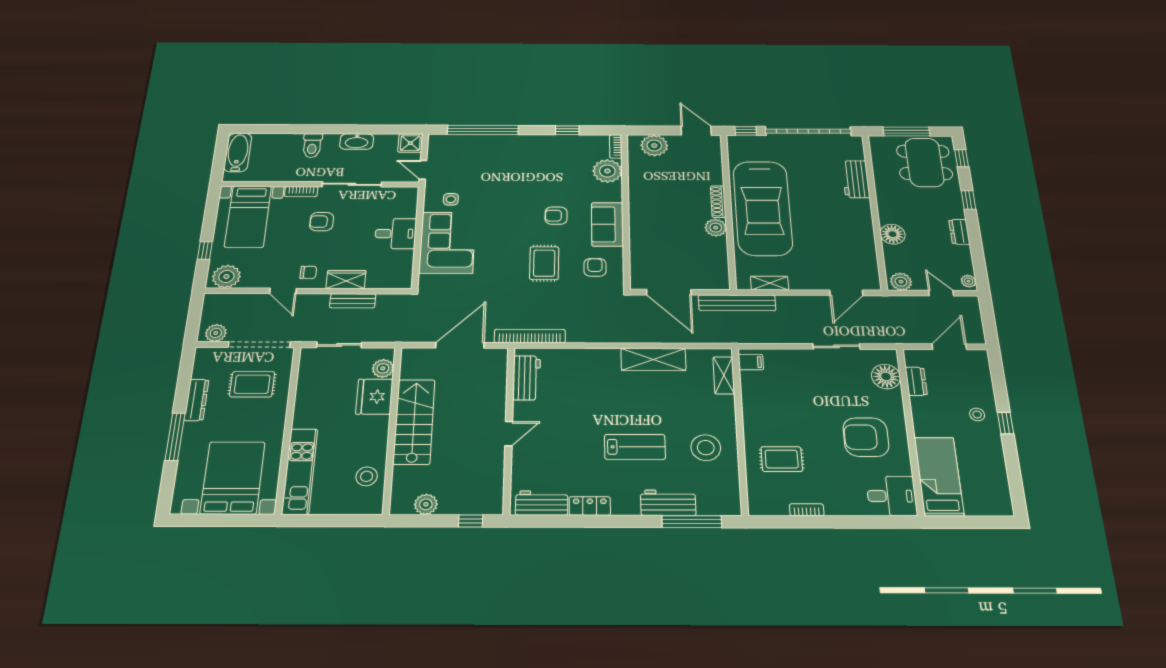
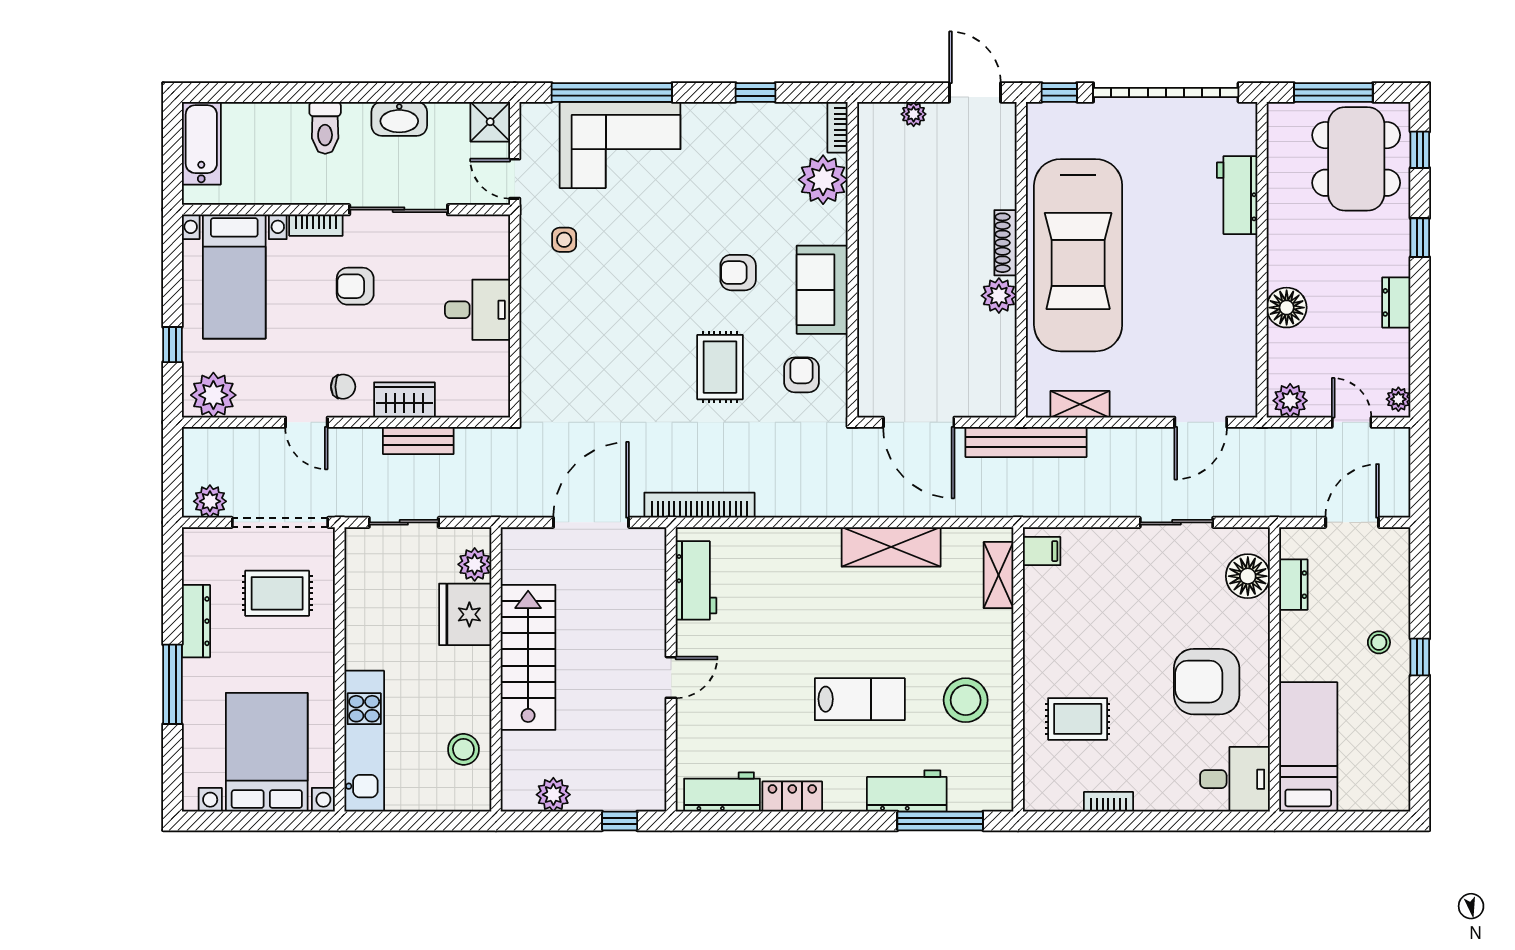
plant: (654, 145) -> (914, 114), width x0.53, depth x0.53
corner sofa: (447, 243) -> (620, 145), moved, turned 90

